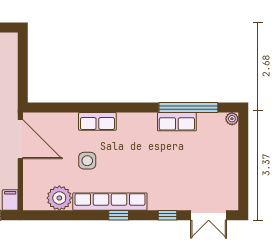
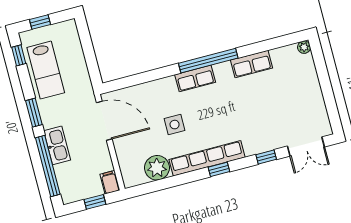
window: (188, 108) -> (208, 61), moved
row of seats: (97, 121) -> (195, 78), moved

